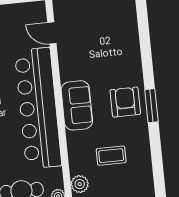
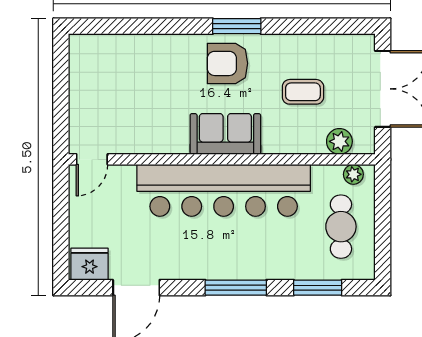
door: (52, 33) -> (92, 159), moved
coffee table: (111, 156) -> (303, 92), turned 90

